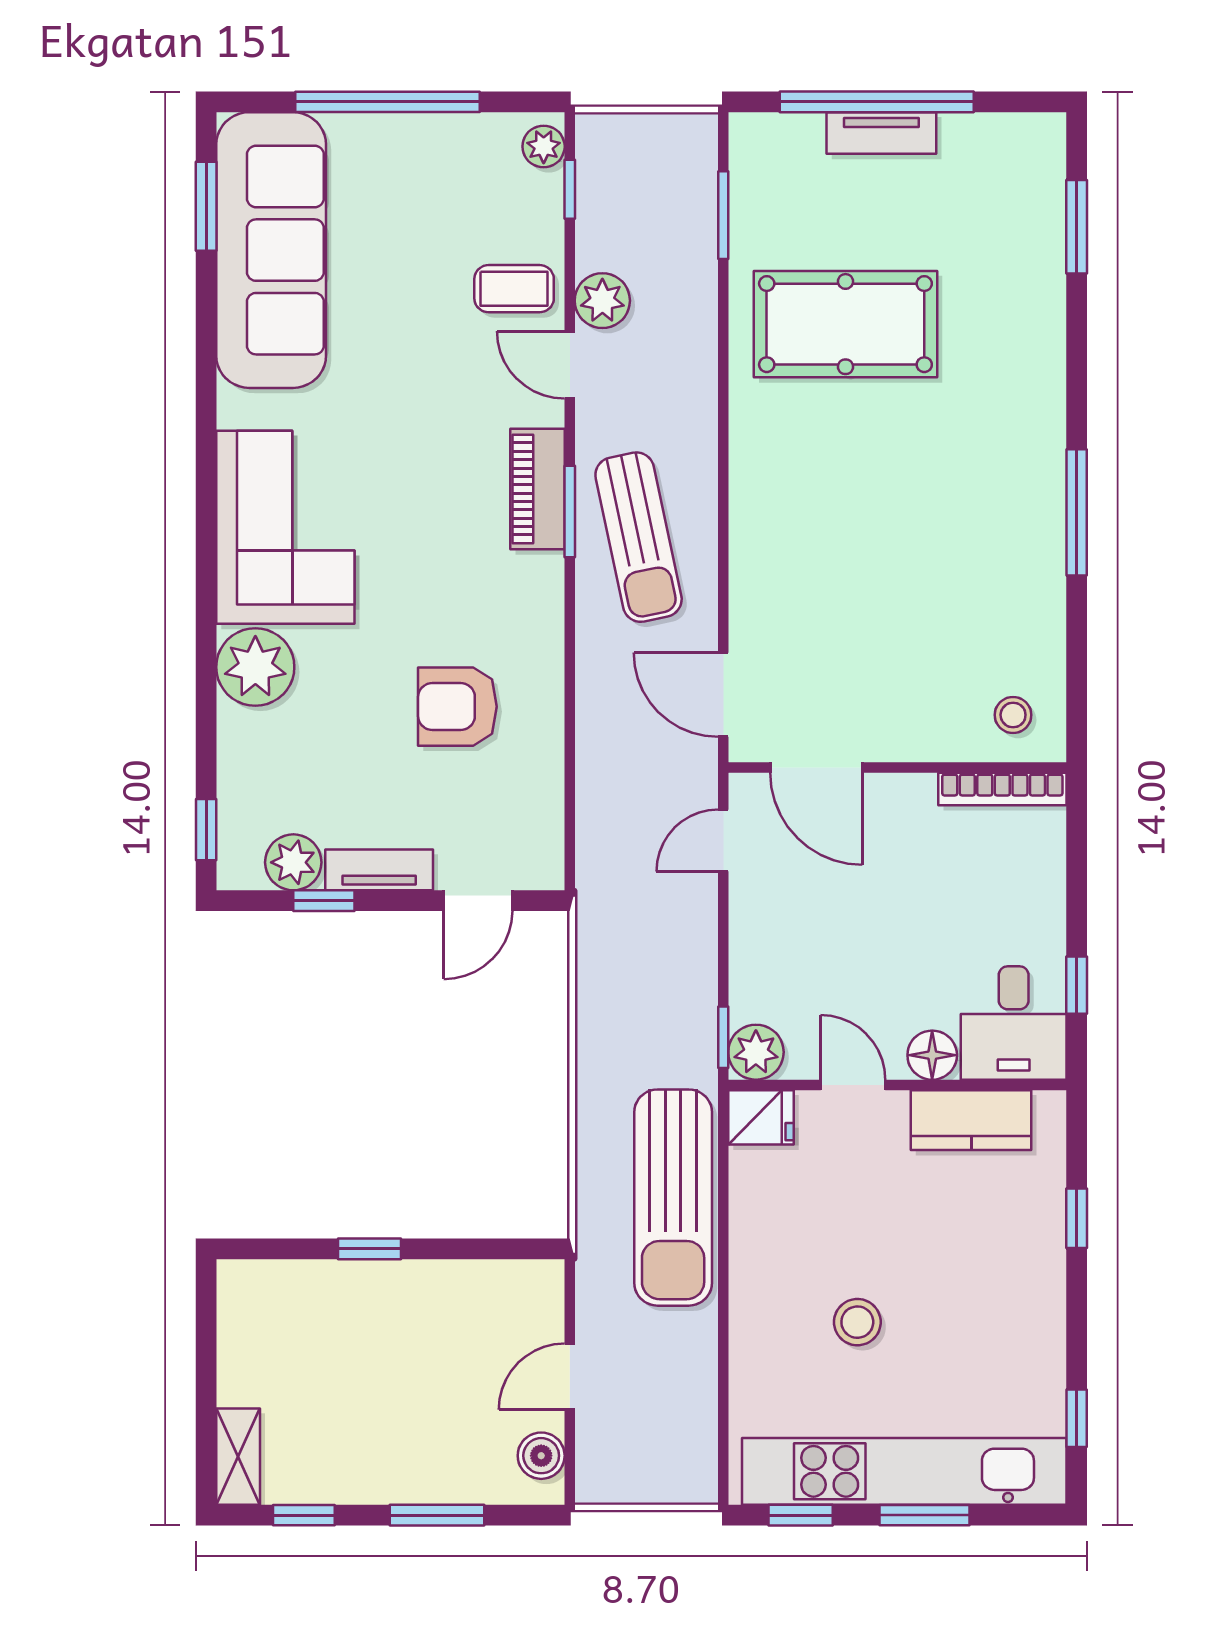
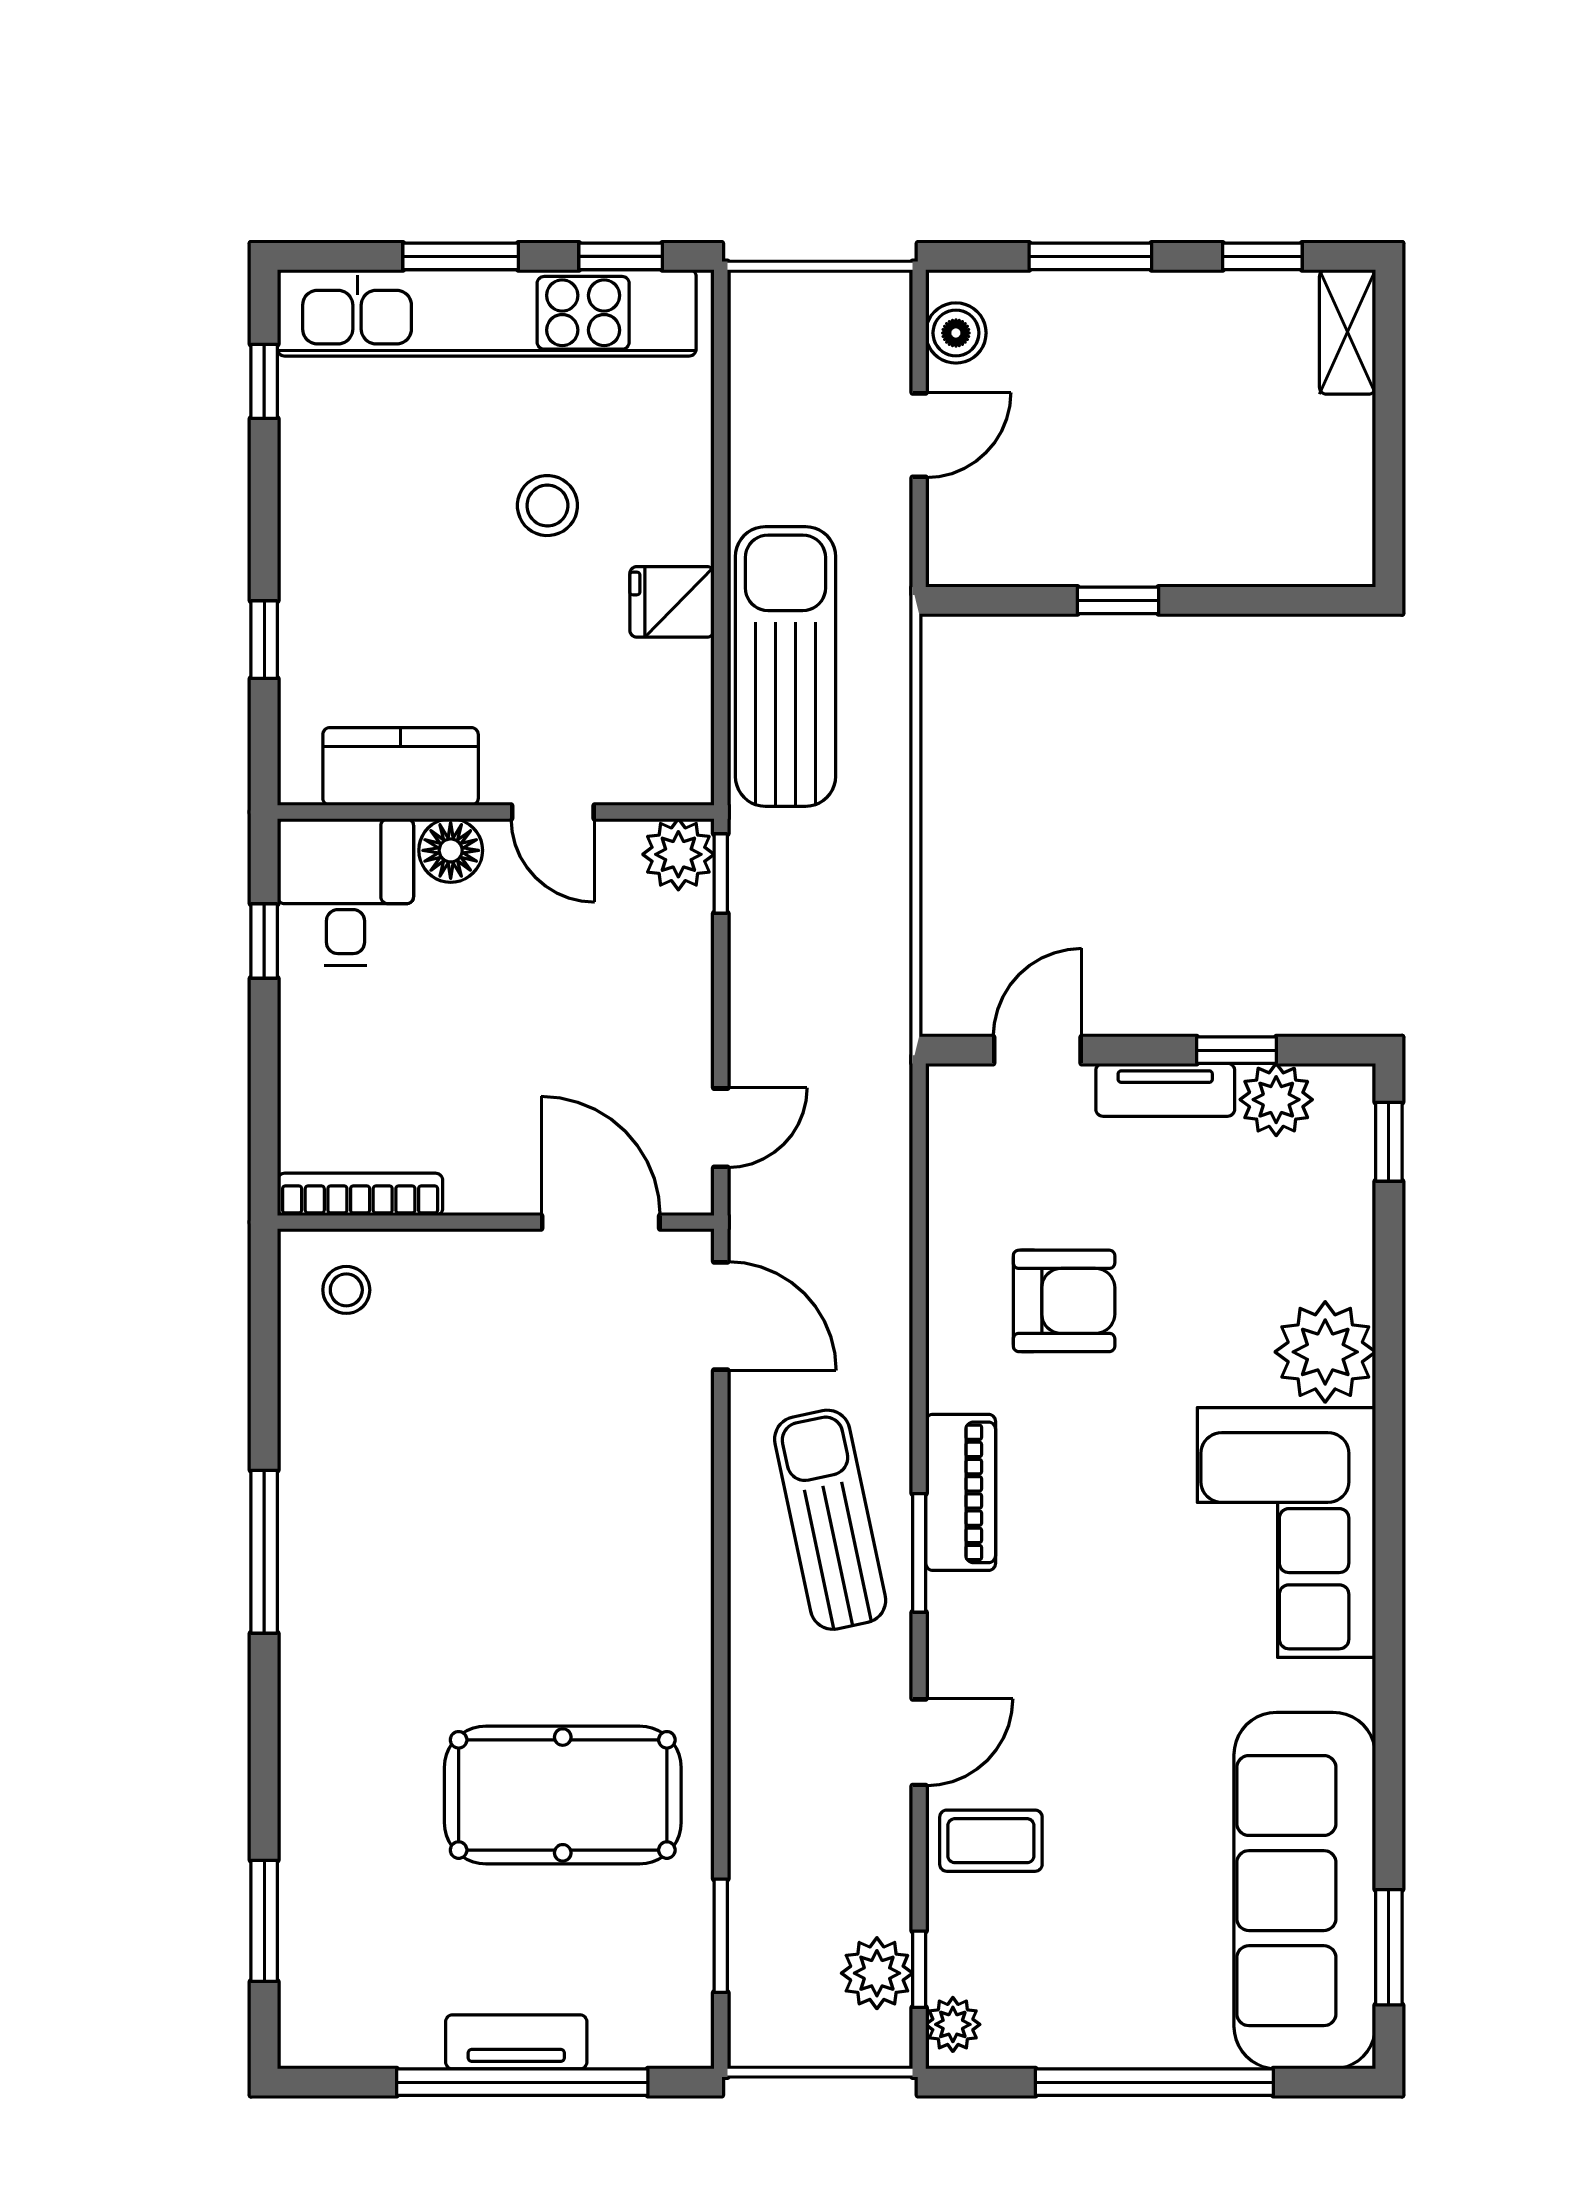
plant: (602, 301) -> (877, 1973), moved
door: (570, 365) -> (919, 1742), hinge flipped
piano: (537, 489) -> (961, 1492), moved
fridge: (761, 1117) -> (672, 602), moved
window: (370, 1249) -> (1118, 600), moved

